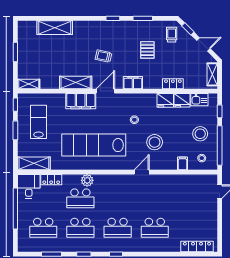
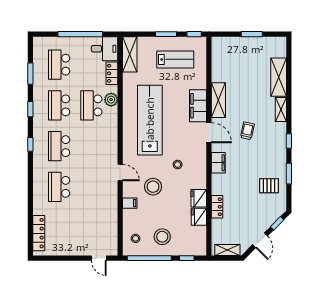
trolley: (172, 35) -> (271, 205), removed
pallet: (147, 50) -> (269, 186), moved
shelving: (29, 84) -> (281, 109), moved
kitchen sink: (199, 100) -> (200, 236), removed
filing cabinet: (182, 163) -> (130, 203), moved
plant: (87, 180) -> (111, 100), moved

